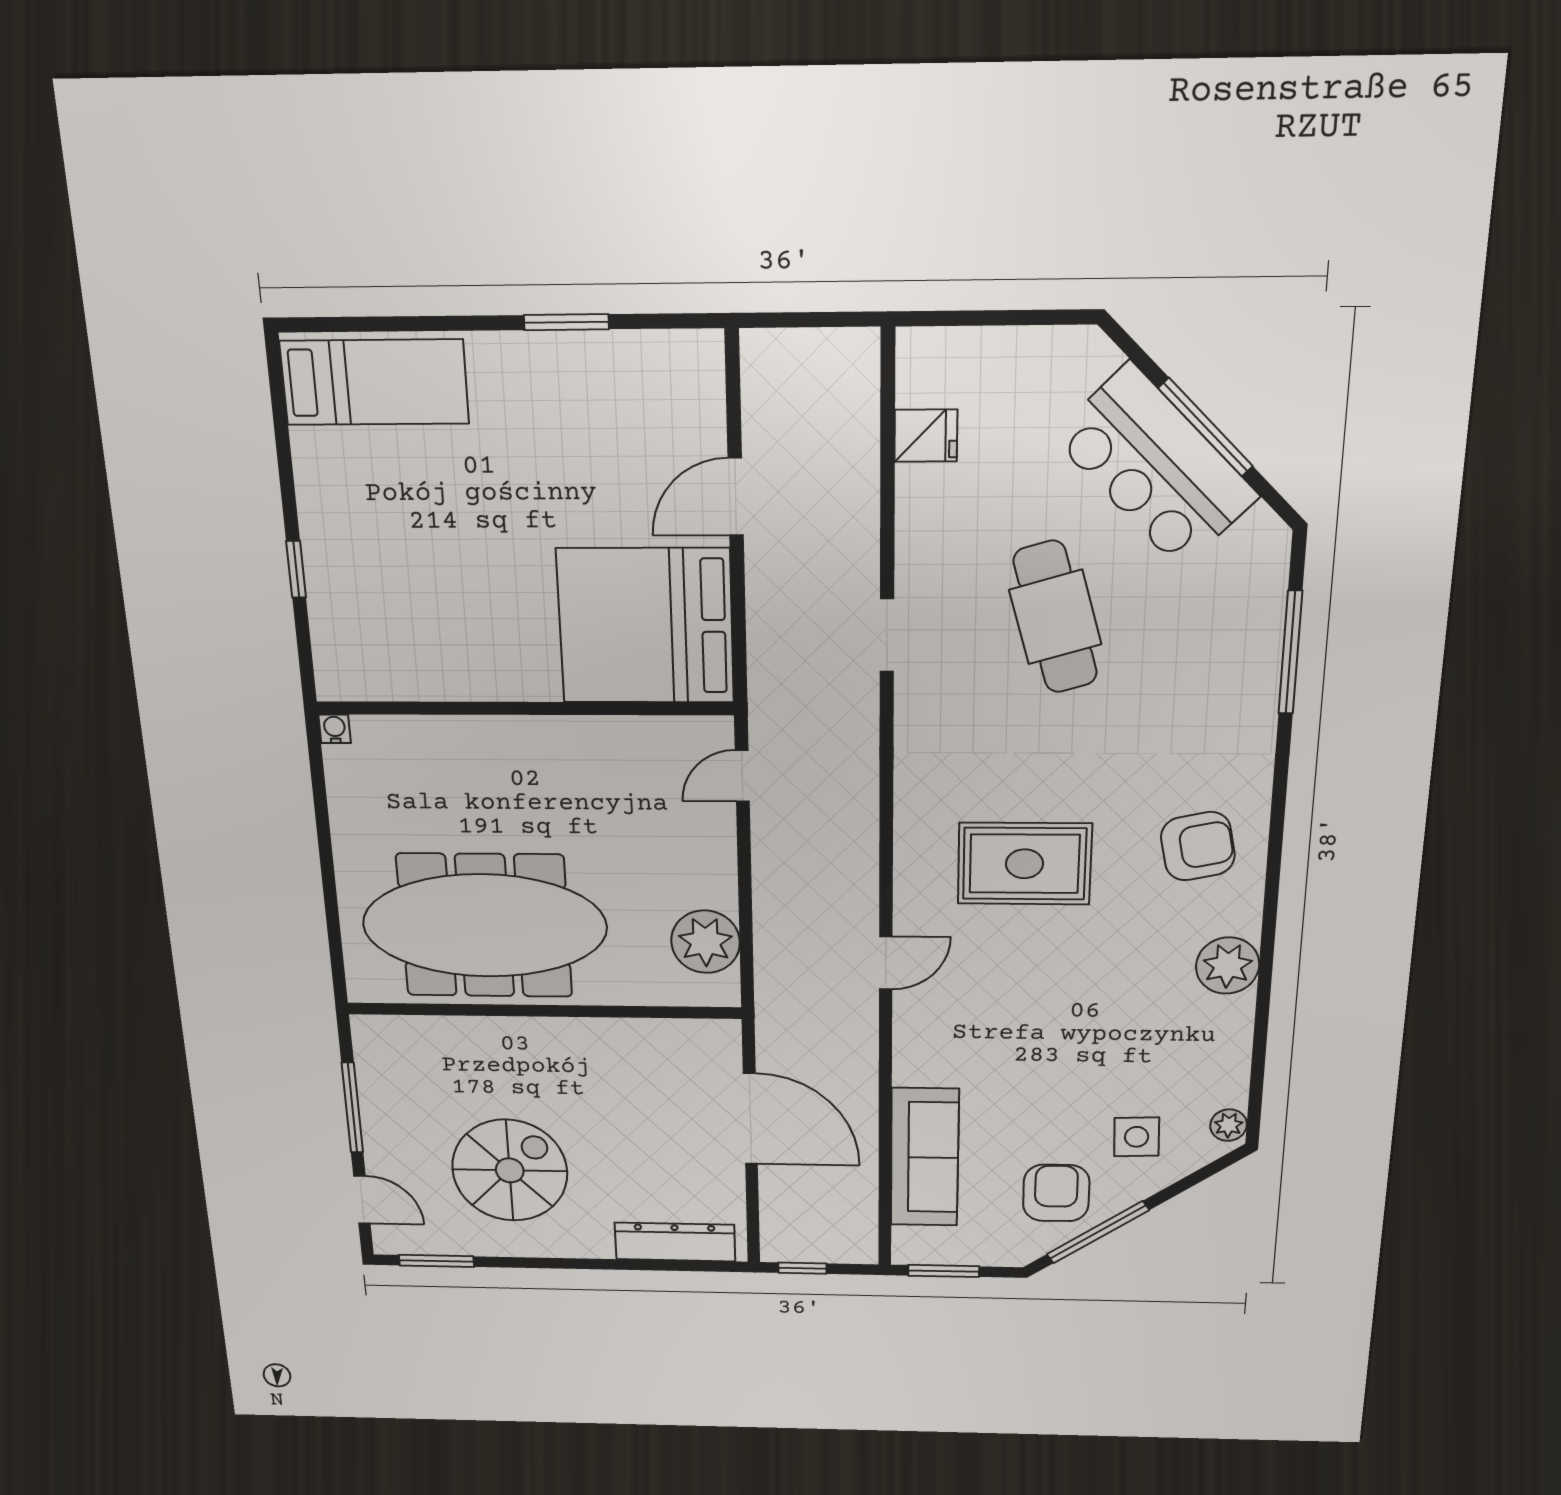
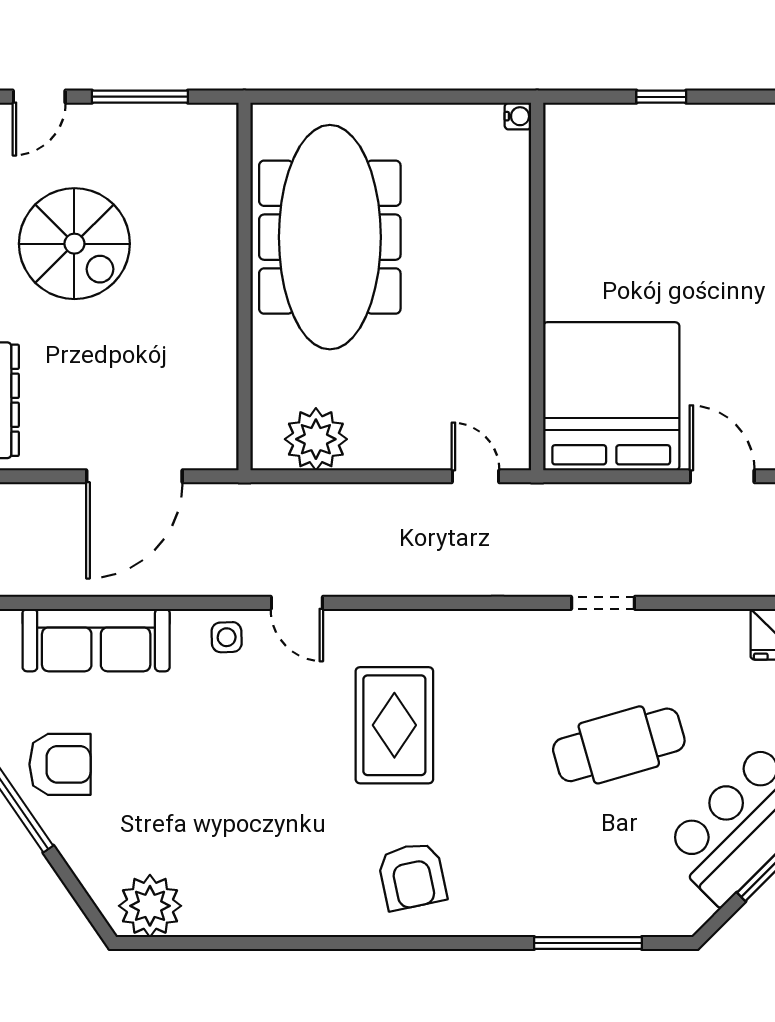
plant: (1228, 966) -> (297, 909), removed
plant: (1229, 1125) -> (150, 906), width x1.88, depth x1.88
side table: (1137, 1137) -> (227, 637), moved, width x0.73, depth x0.73

